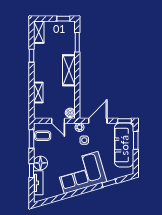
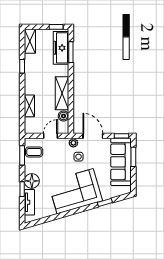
freezer: (68, 38) -> (61, 48), added
shelving: (69, 70) -> (62, 93), moved
boiler: (70, 113) -> (64, 116), moved
door: (58, 121) -> (51, 136), swing flipped
door: (98, 121) -> (93, 136), hinge flipped

